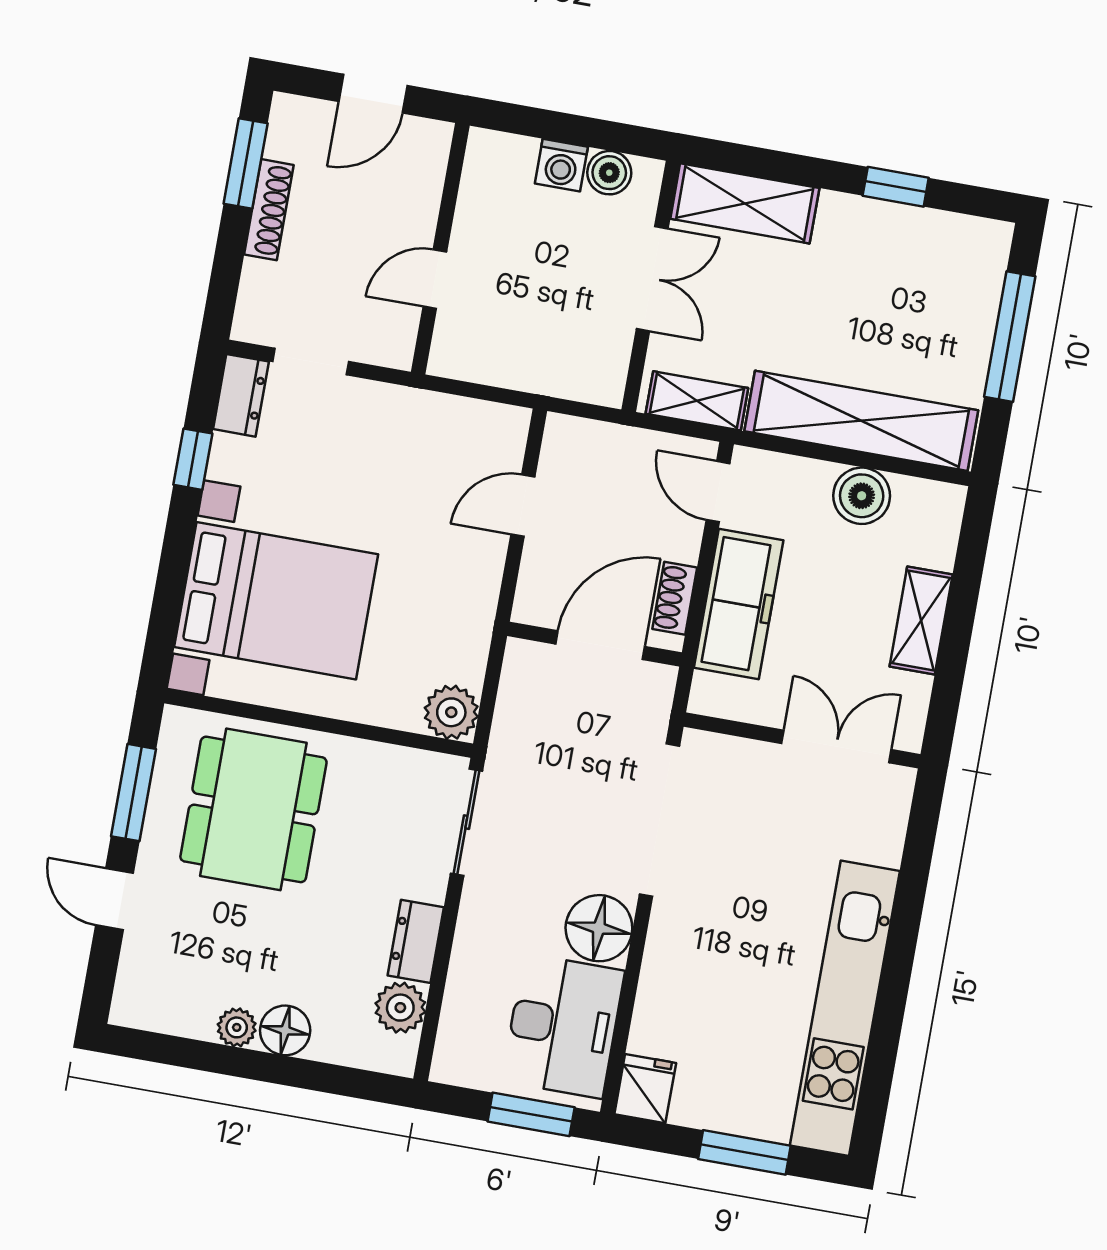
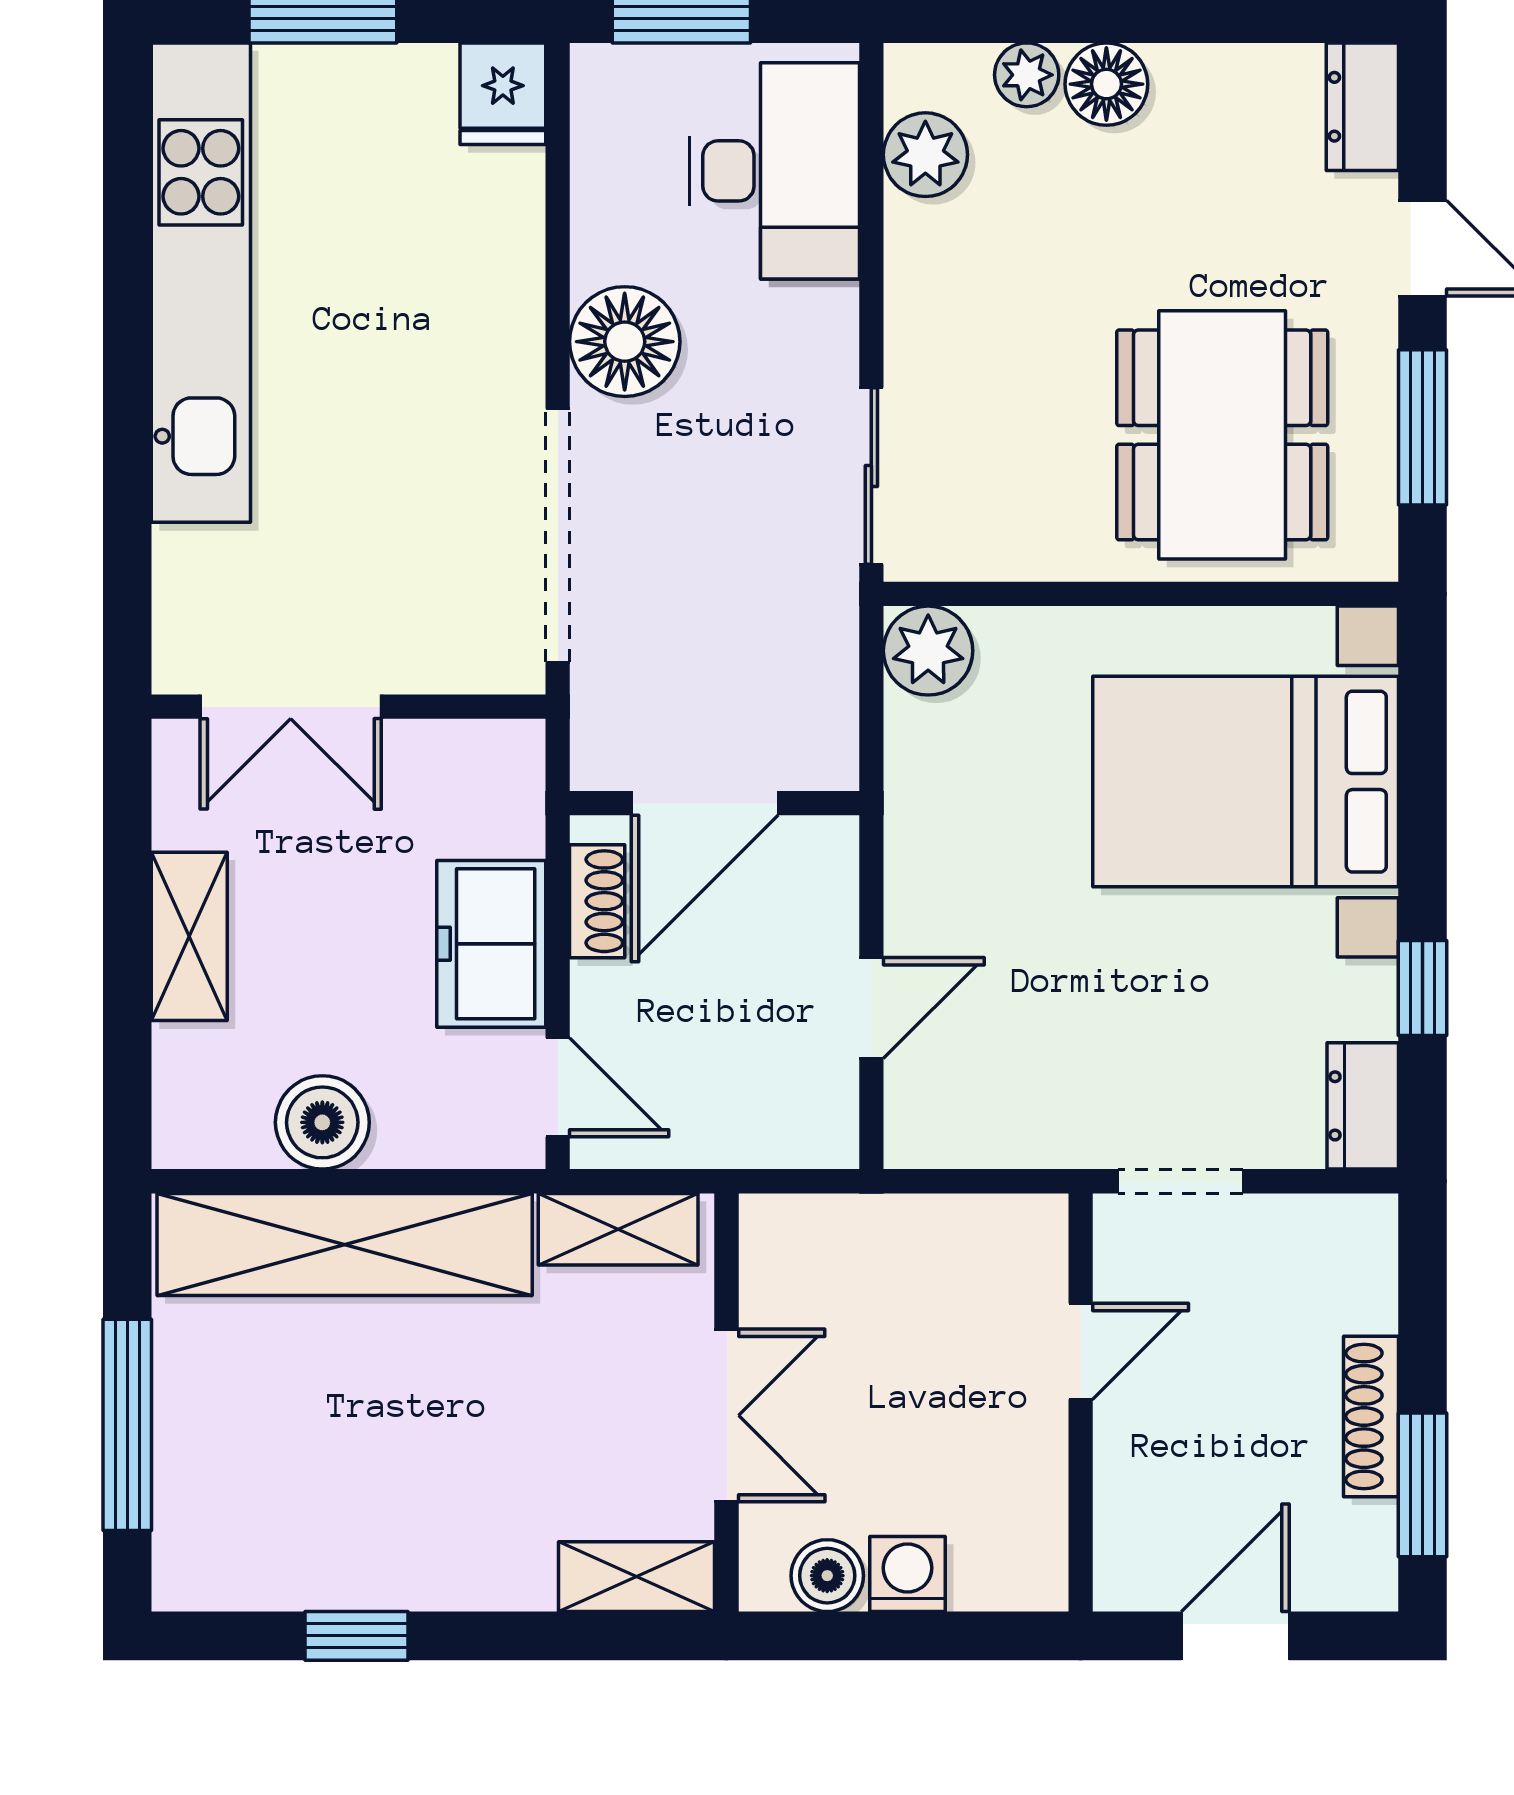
shelving: (745, 203) -> (637, 1577), width x0.67, depth x0.75
double door: (652, 279) -> (727, 1415), swing flipped
doorway: (311, 361) -> (1181, 1181), moved
freezer: (739, 604) -> (491, 944), width x0.71
dresser: (416, 941) -> (1362, 107), moved, turned 180
desk: (563, 1026) -> (774, 171), moved, turned 180
plant: (237, 1027) -> (1027, 75), moved

